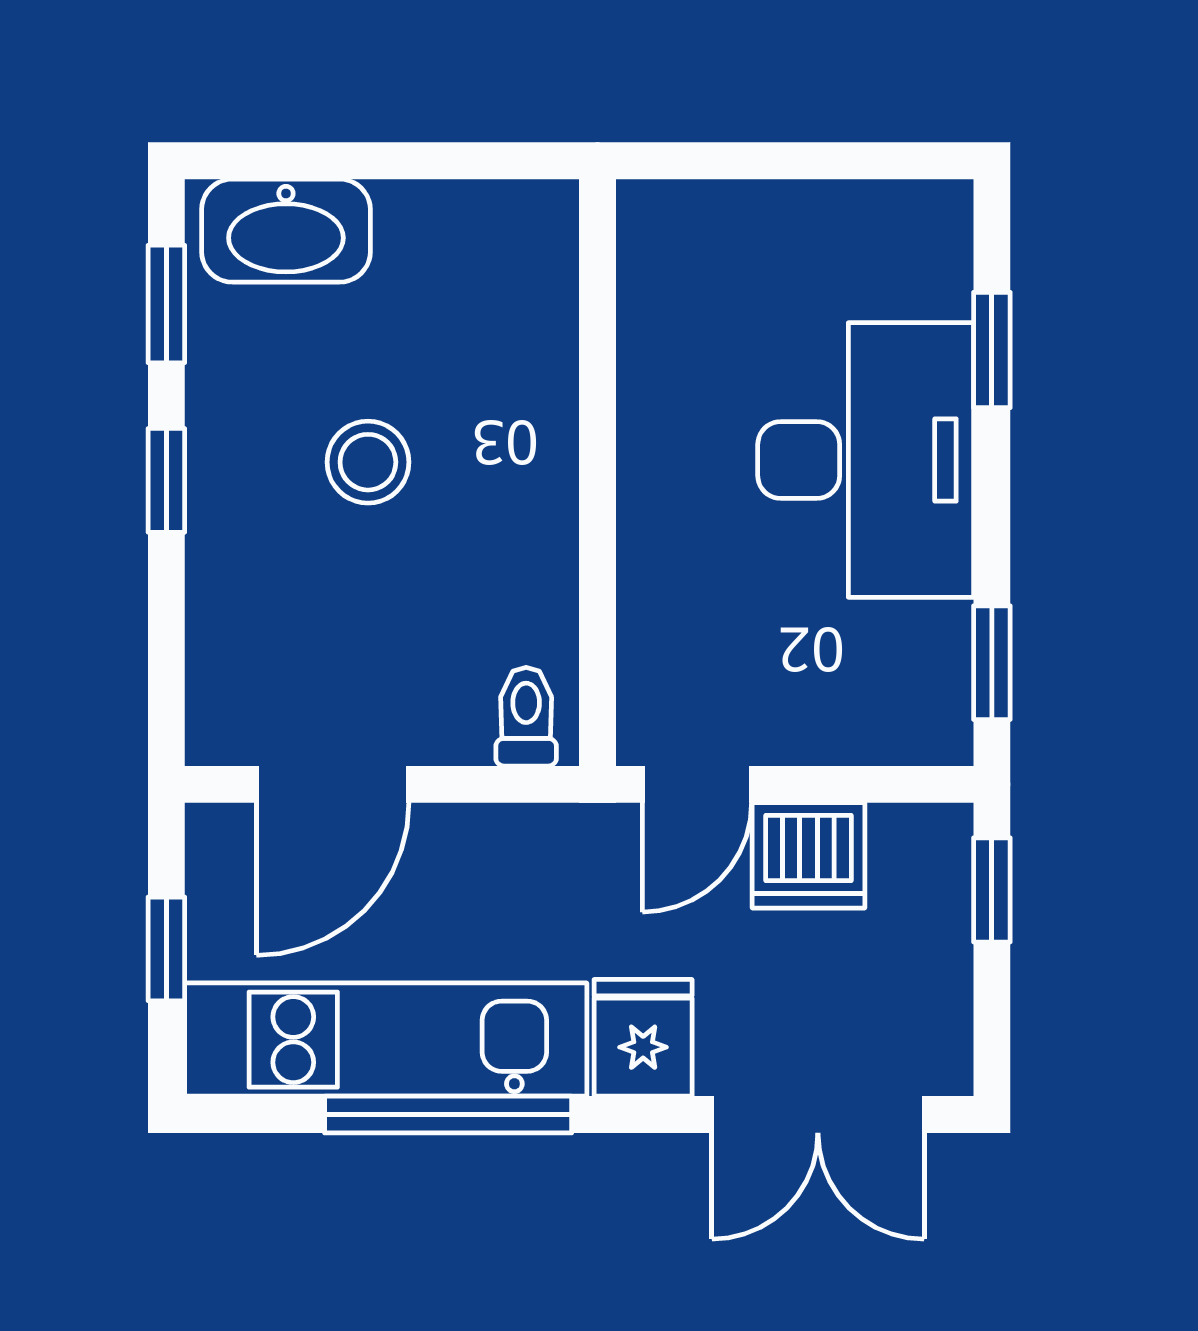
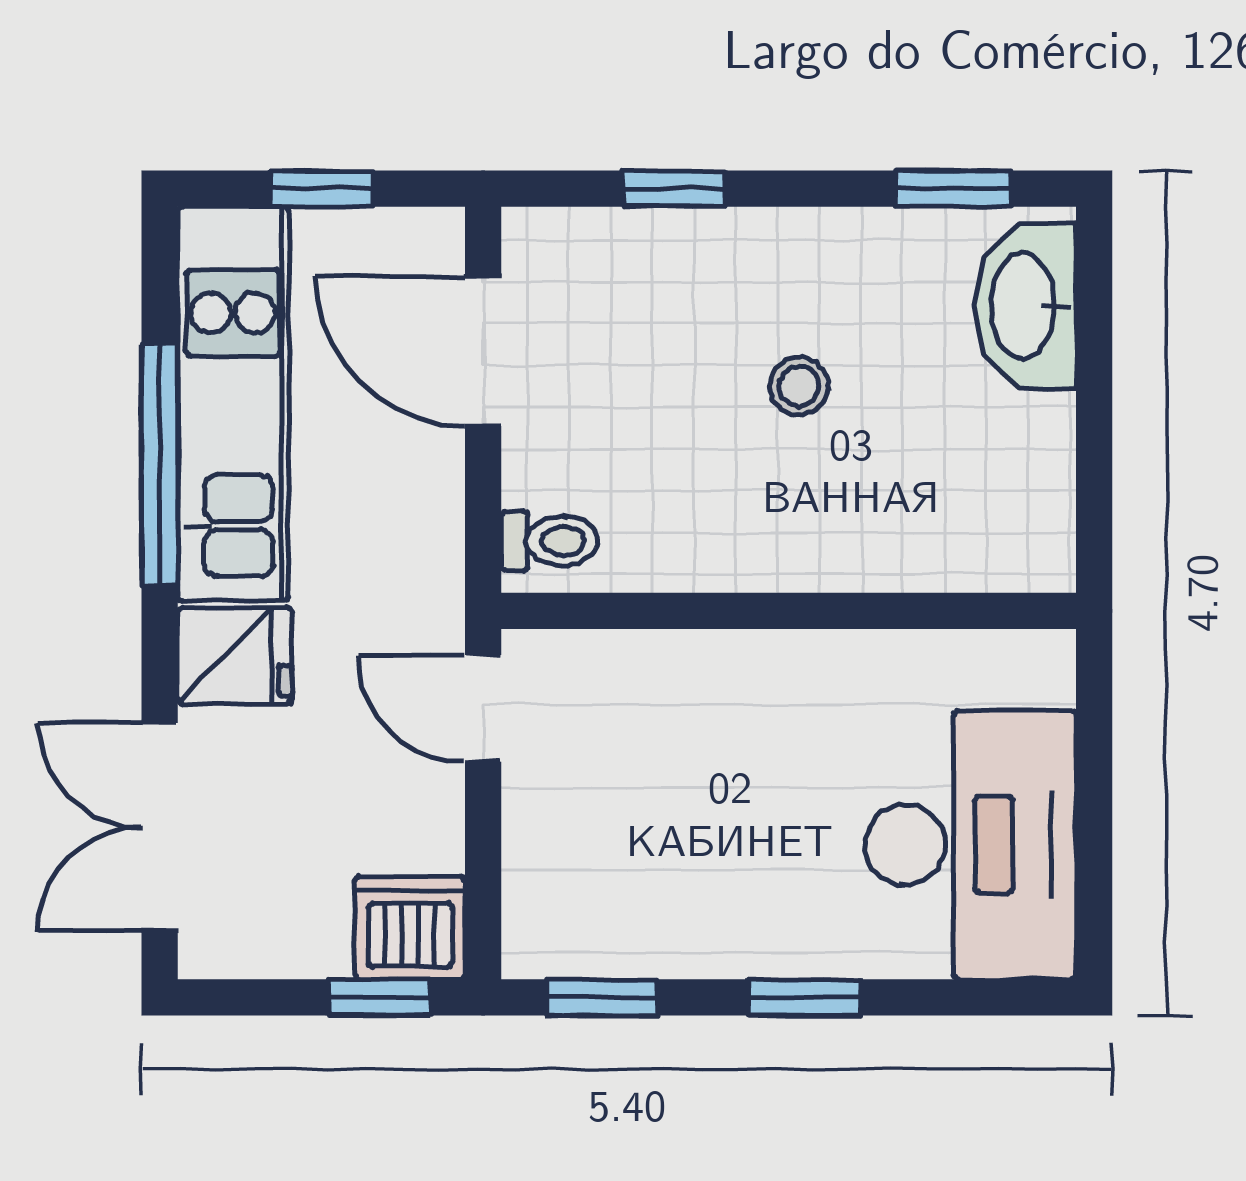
window: (992, 350) -> (804, 997), moved
desk: (866, 460) -> (970, 845), moved, turned -90
stool: (368, 462) -> (799, 386), width x0.73, depth x0.73
window: (166, 480) -> (674, 189), moved
dishwasher: (808, 855) -> (410, 928), moved, turned 90

